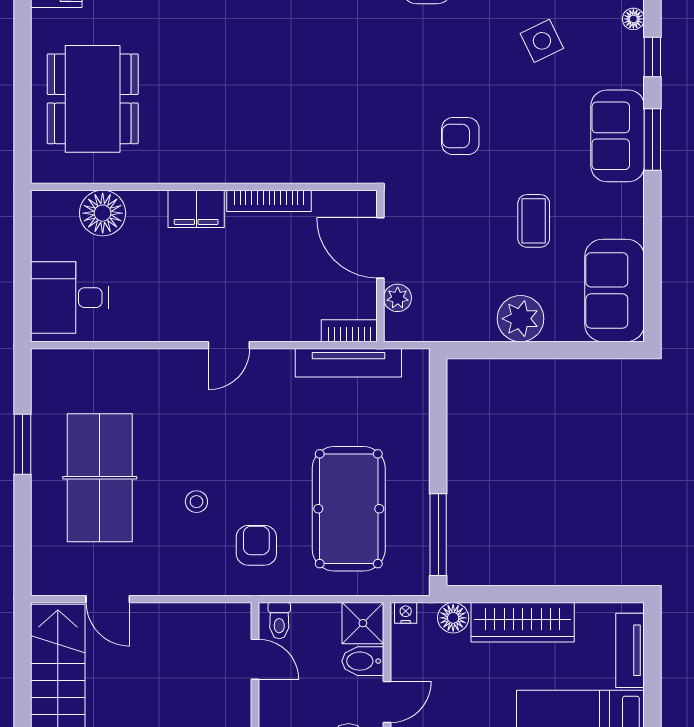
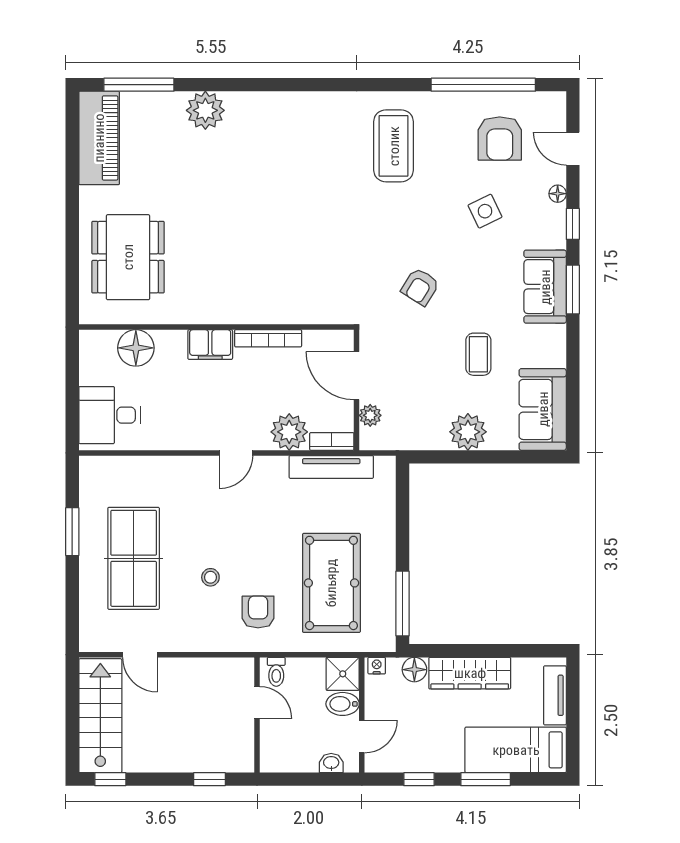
armchair: (460, 136) -> (420, 287), turned -58
plant: (296, 319) -> (289, 432), added

